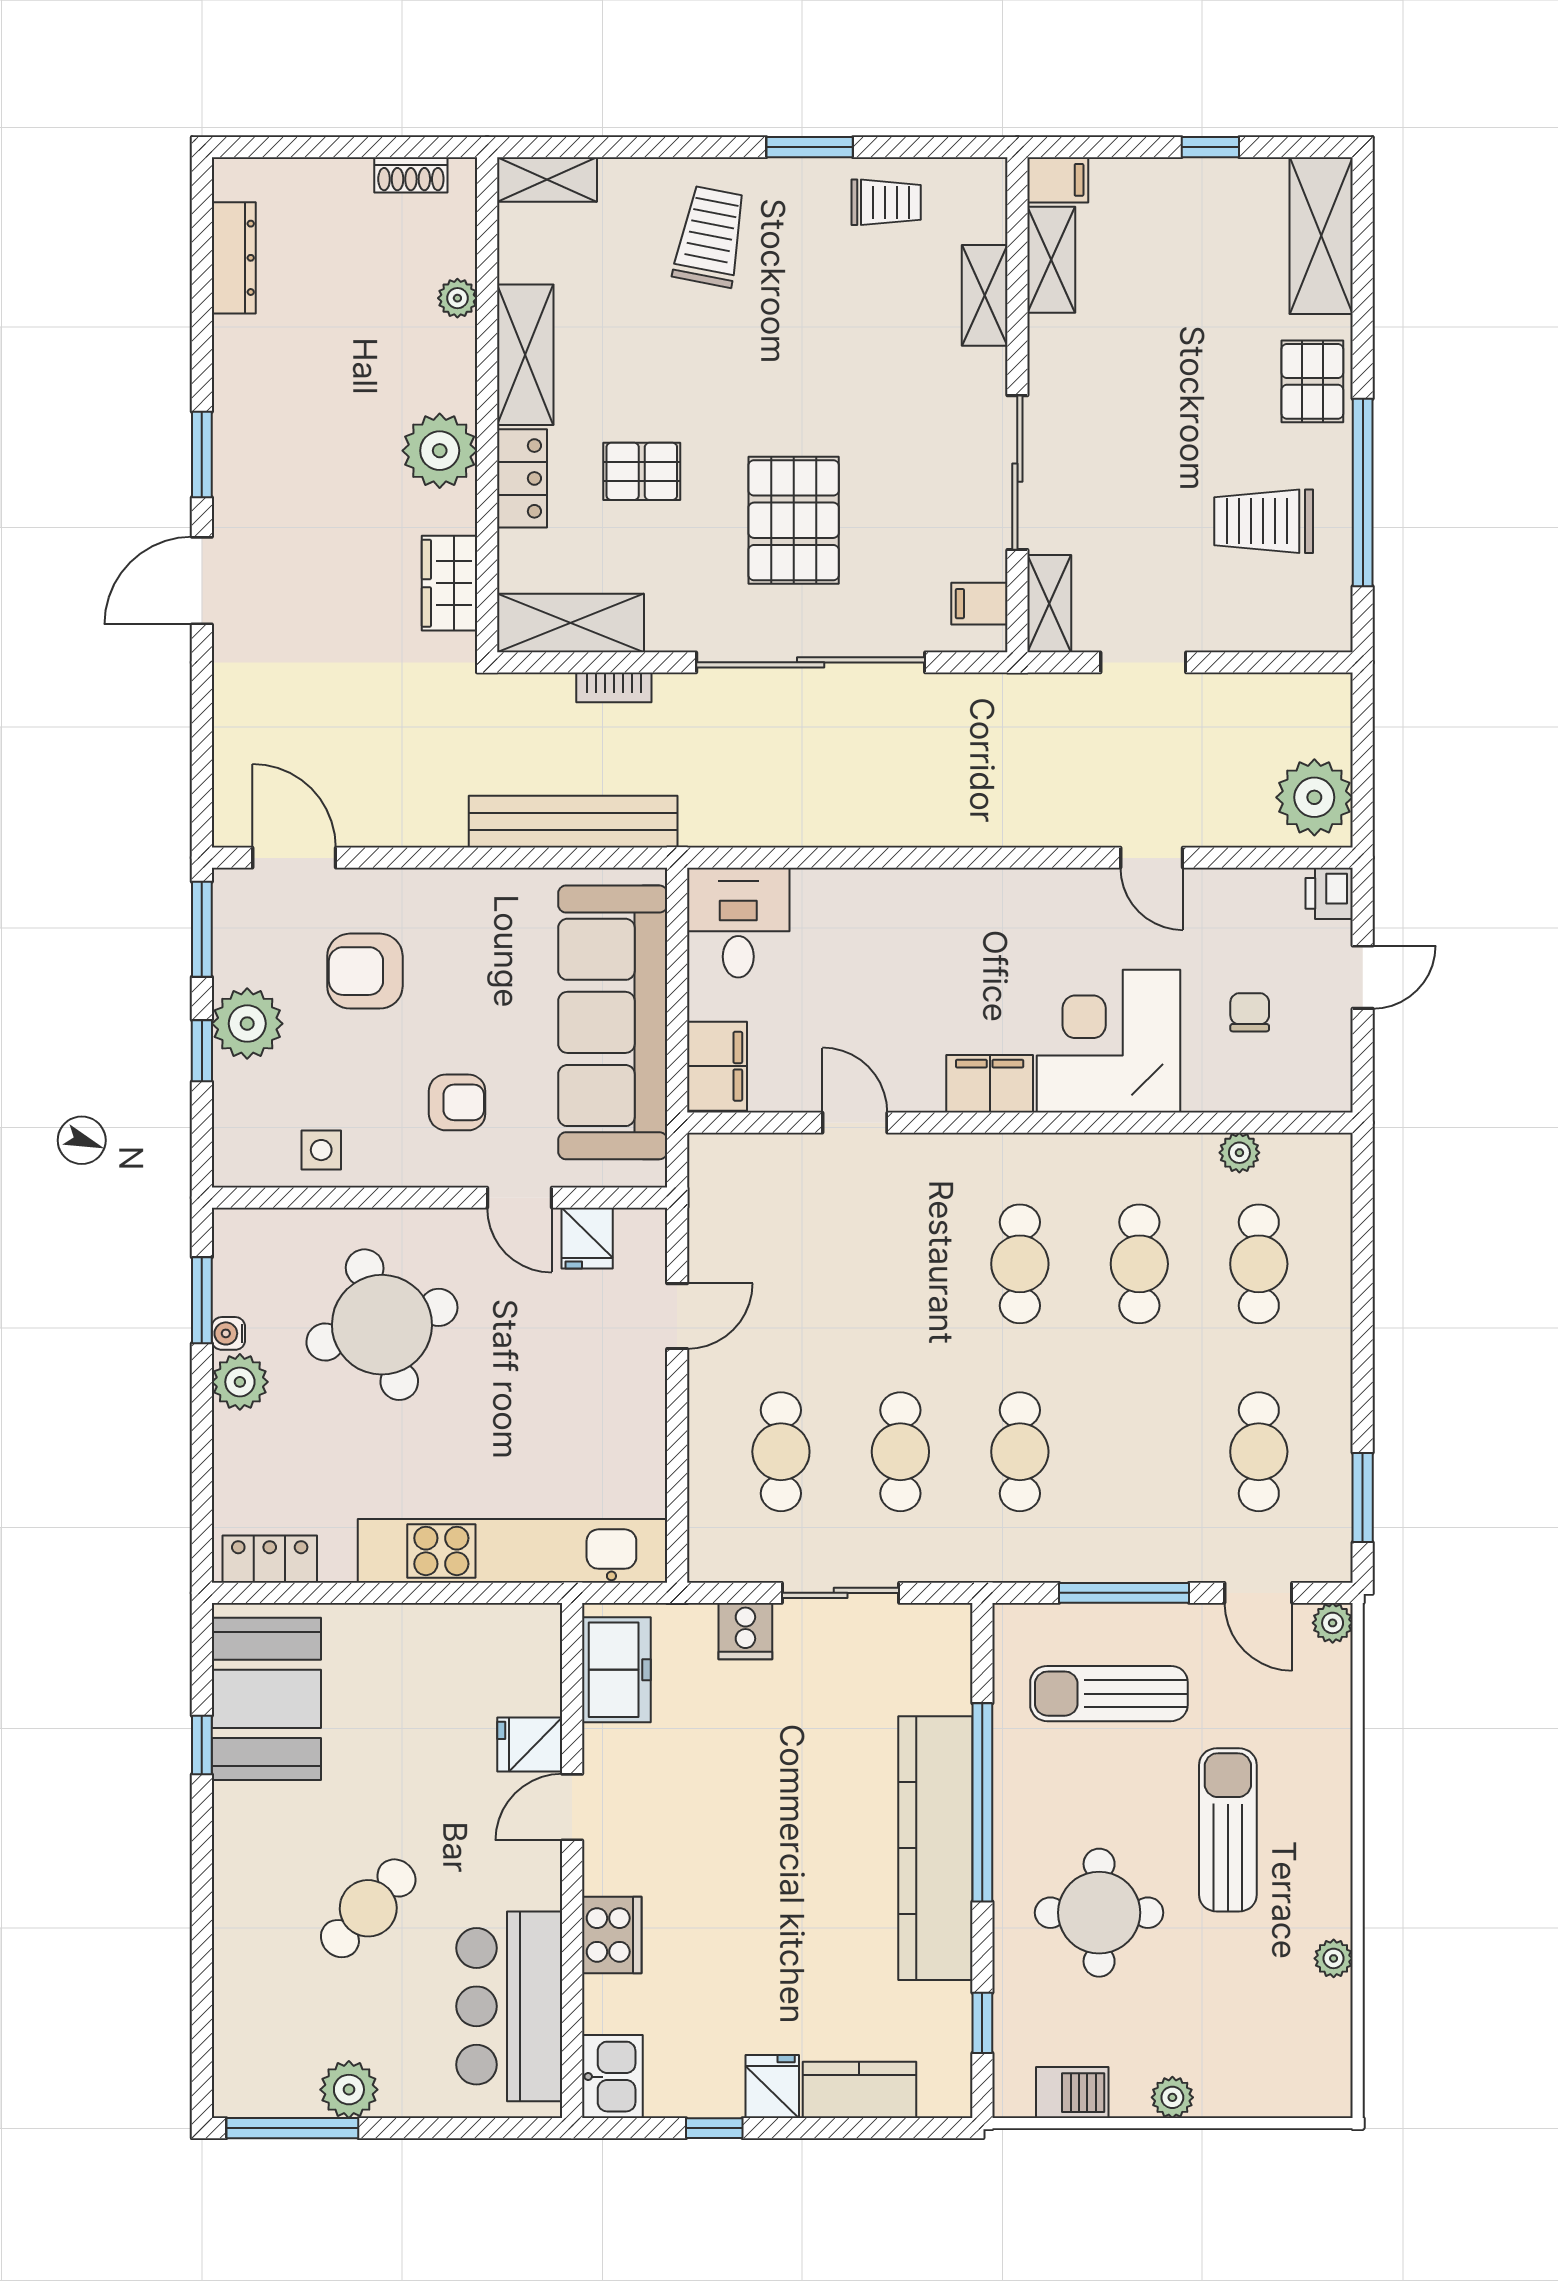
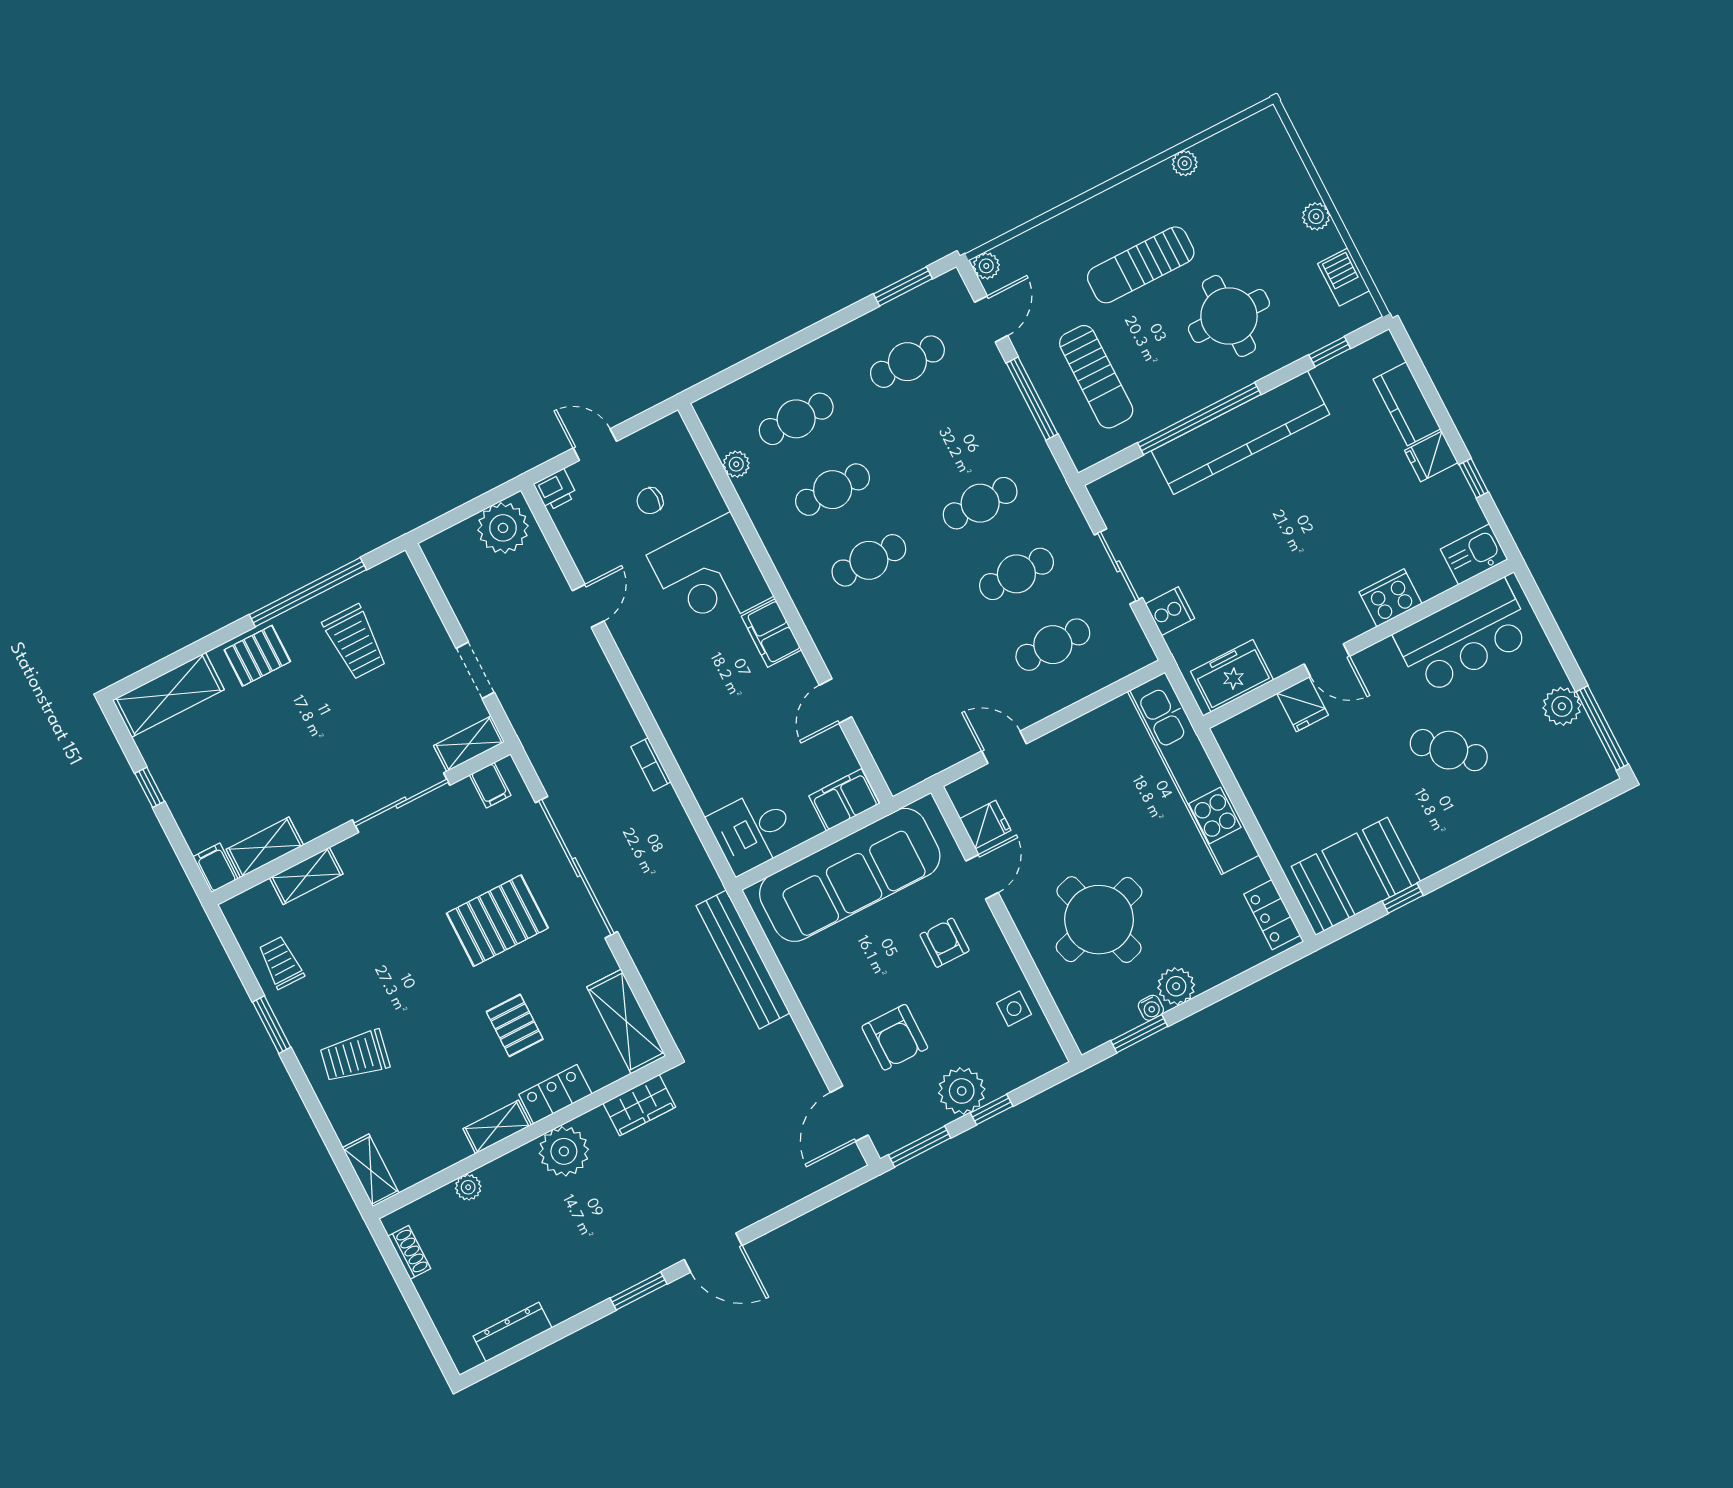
shelving: (525, 355) -> (497, 1127), width x0.67, depth x0.75
bookcase: (614, 687) -> (651, 764), moved, turned 180

